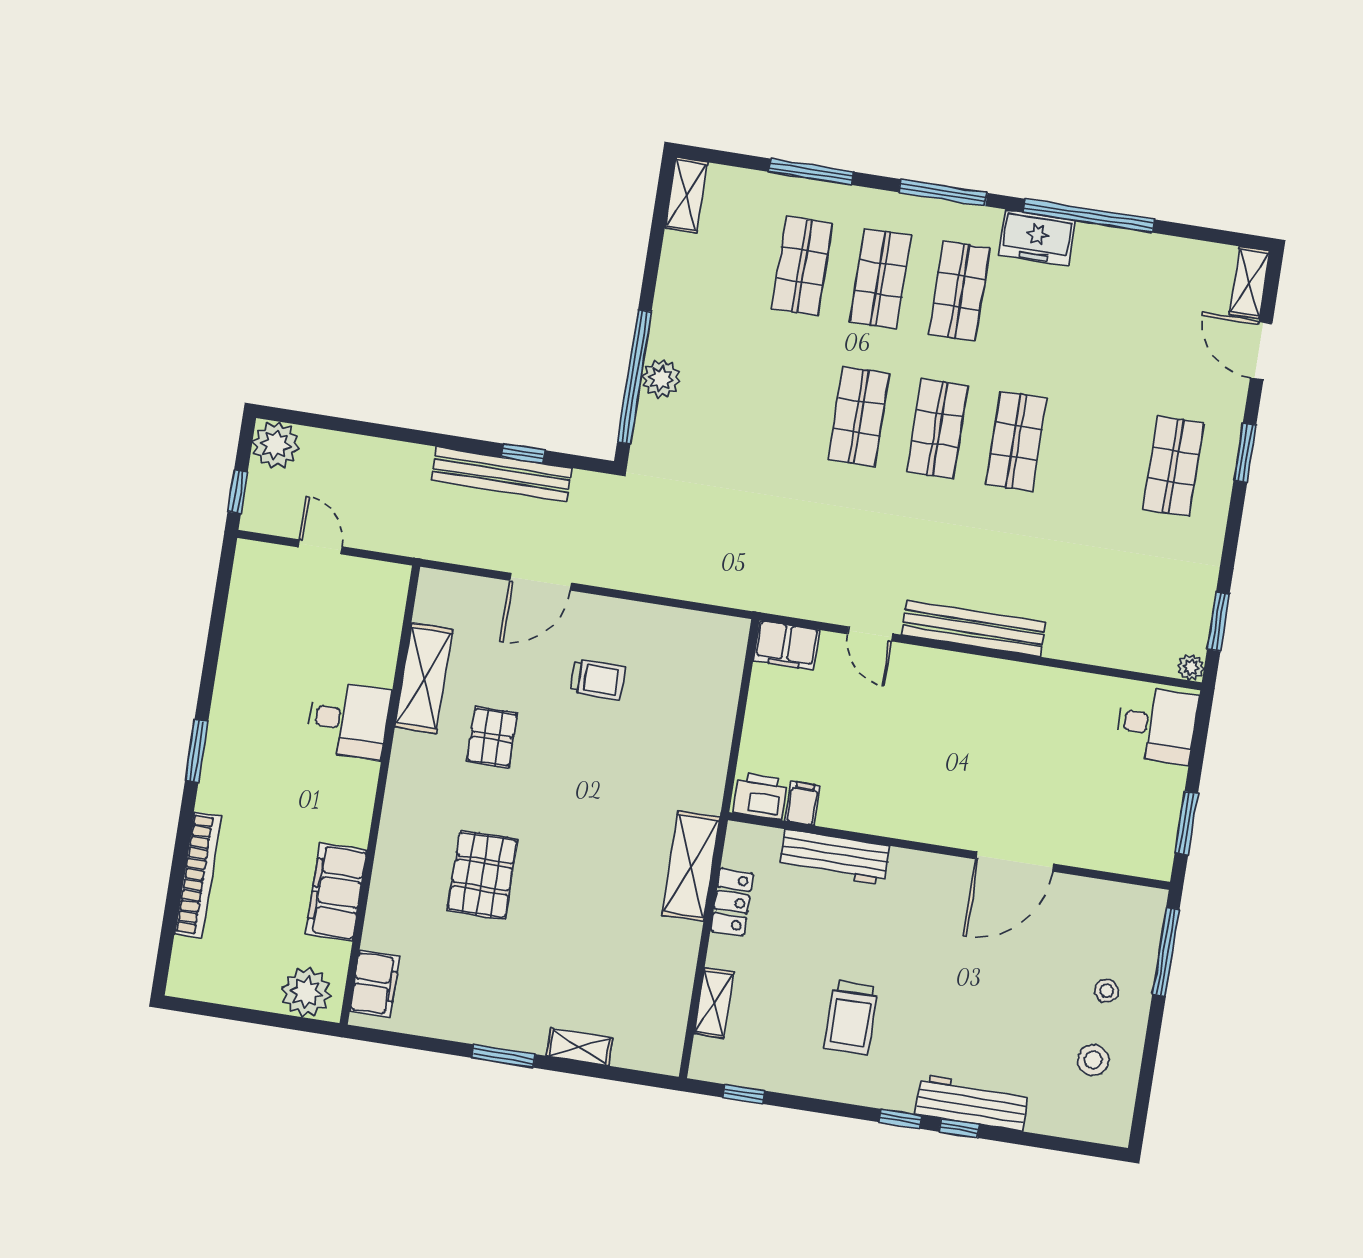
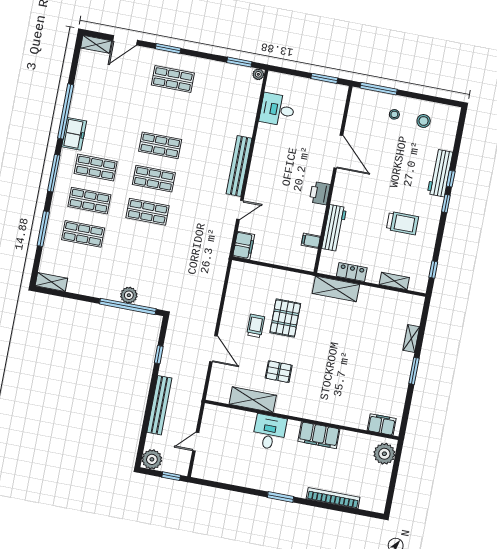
bench: (502, 474) -> (159, 405), moved
desk: (1156, 725) -> (277, 110), moved, turned -90
printer: (760, 796) -> (320, 193), moved
pallet: (482, 875) -> (285, 318), moved, turned 90
filing cabinet: (336, 892) -> (319, 435), moved

